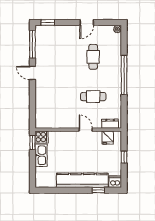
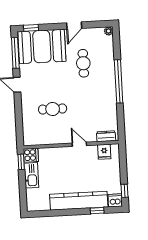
booth: (57, 40) -> (42, 46), added
cafe table: (93, 97) -> (53, 109), moved
window: (124, 157) -> (125, 191), moved

